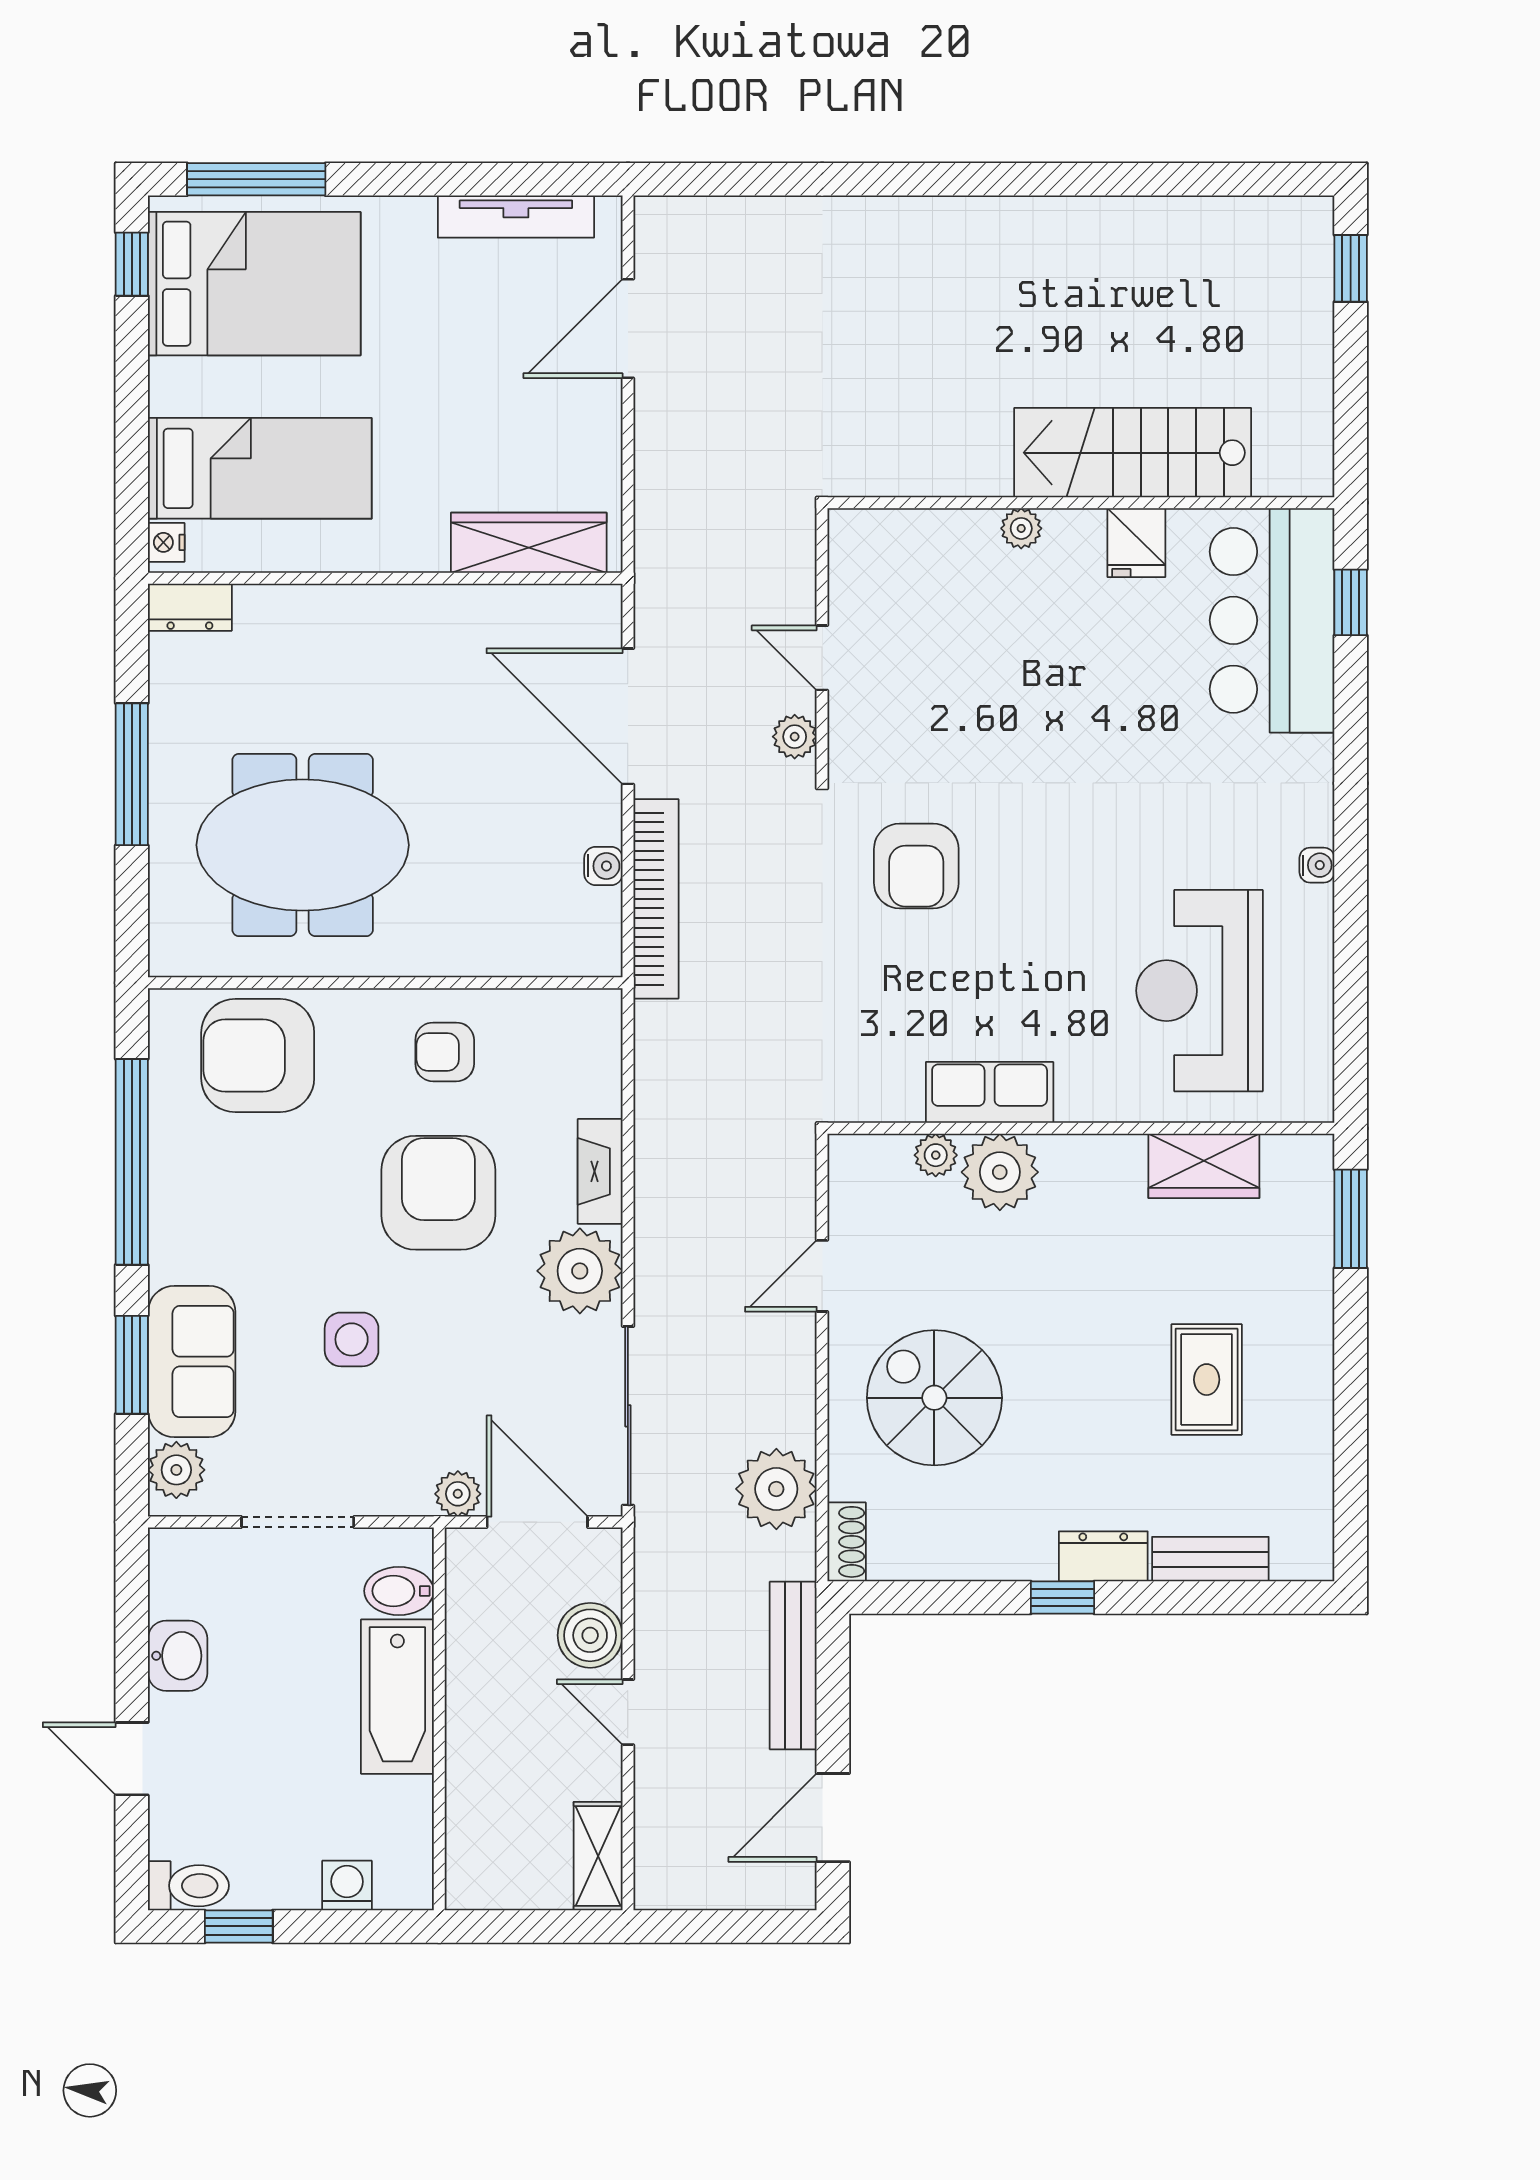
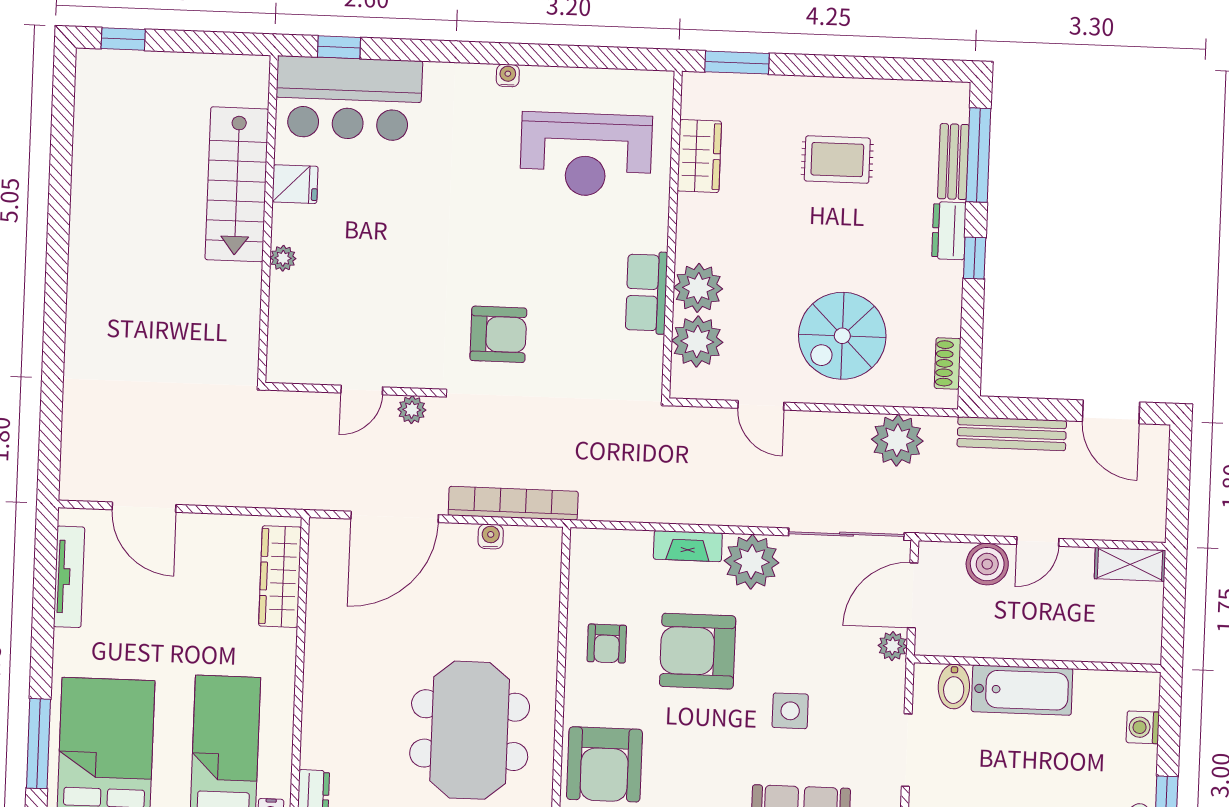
plant: (936, 1155) -> (697, 341), width x1.88, depth x1.88
shoe rack: (847, 1542) -> (948, 363), moved, turned -90
window: (1222, 1598) -> (978, 155), added

